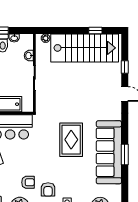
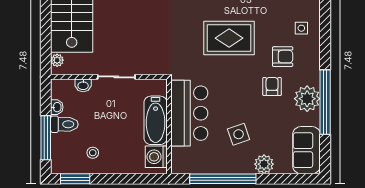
rug: (71, 140) -> (229, 38), moved

